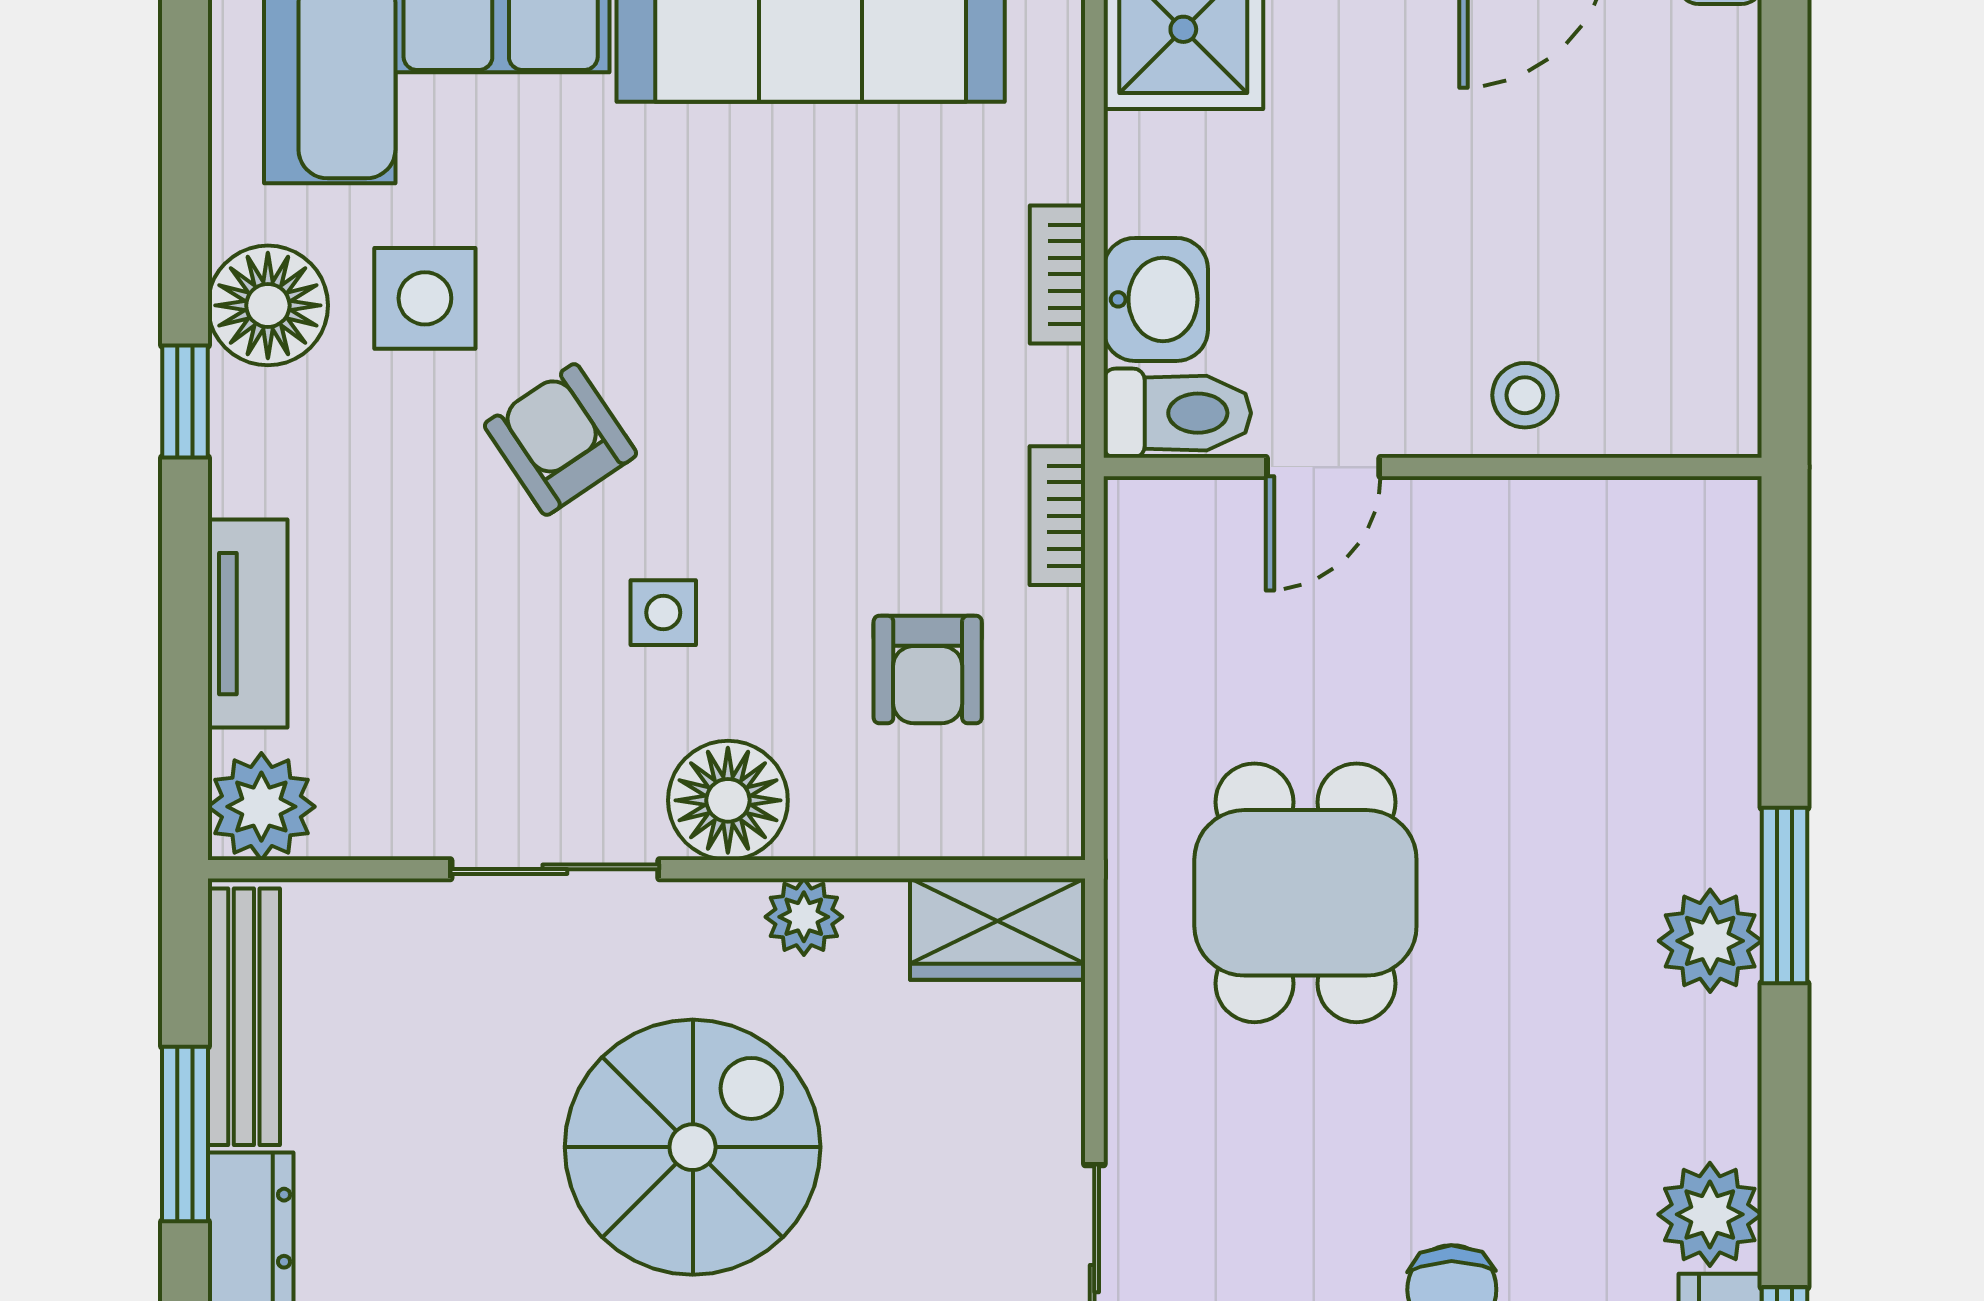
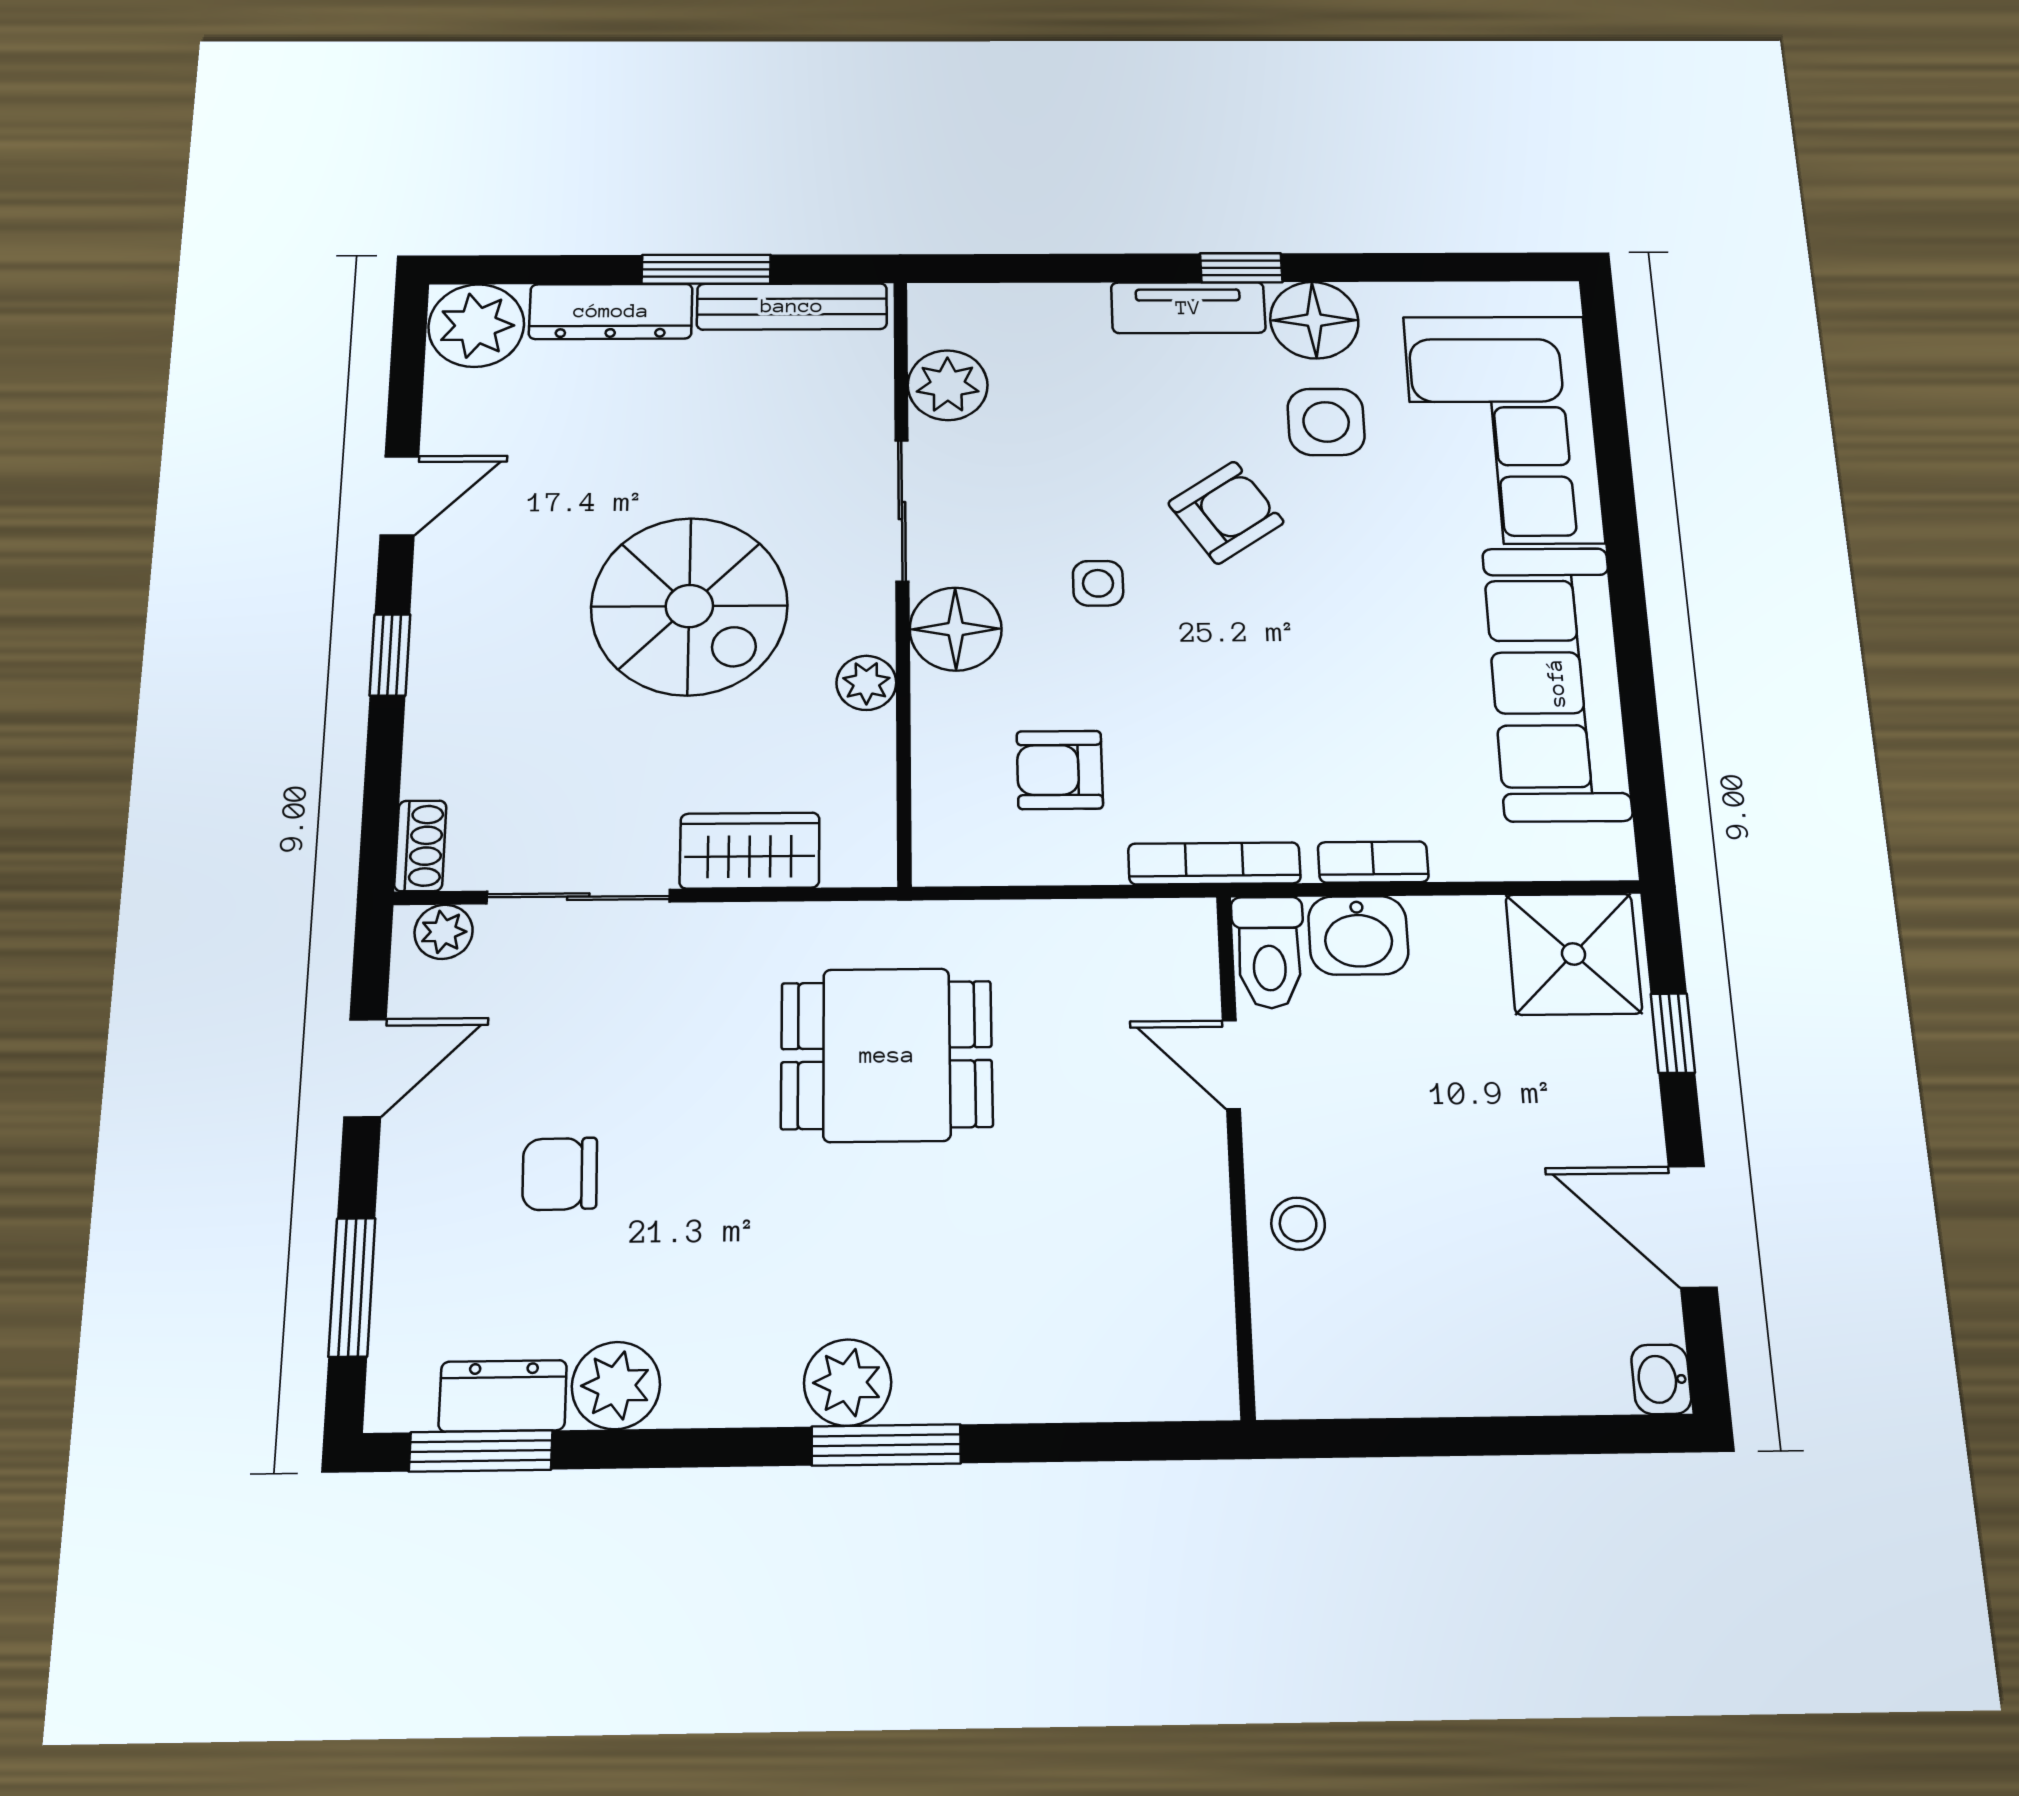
bookcase: (1057, 516) -> (1214, 863), width x1.56
tv unit: (248, 624) -> (1188, 308), moved
plant: (261, 807) -> (948, 385), moved
wardrobe: (998, 929) -> (750, 851), moved, turned 90

